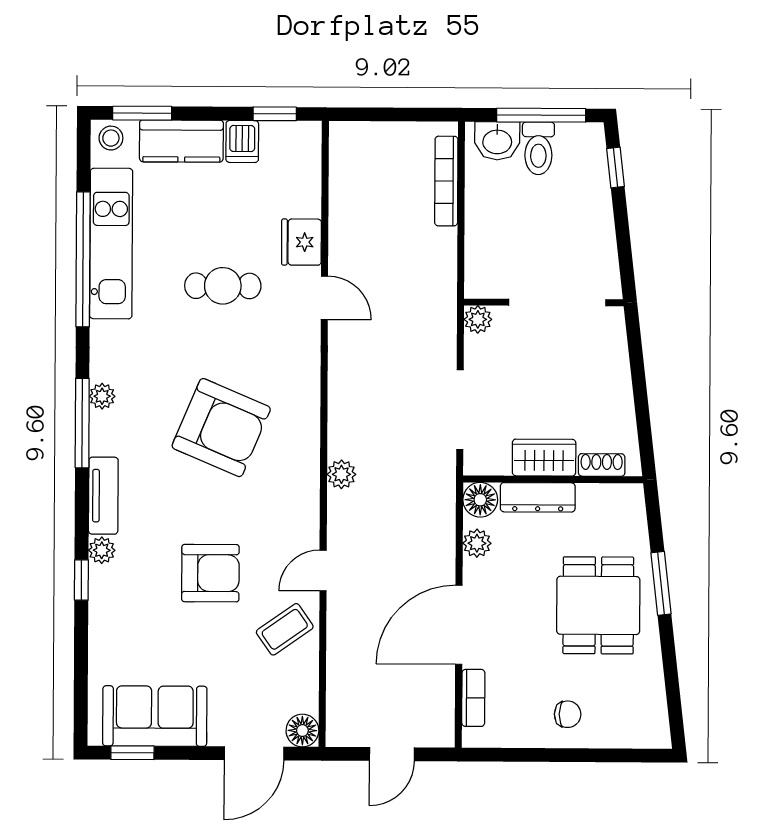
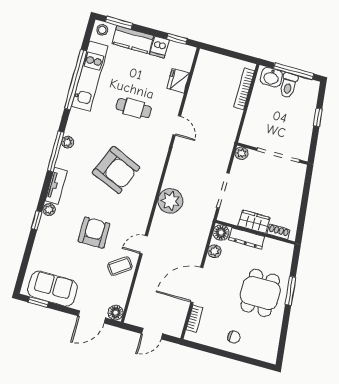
window: (615, 168) -> (318, 117), moved
fridge: (301, 242) -> (178, 81), moved
plant: (341, 474) -> (170, 201), width x1.88, depth x1.88
armchair: (210, 573) -> (94, 233), turned -90

